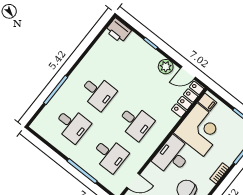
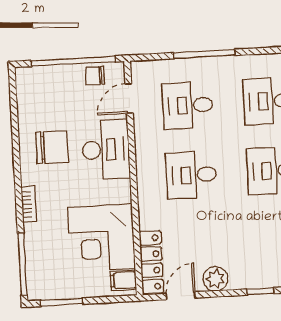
desk: (172, 156) -> (106, 150), moved

